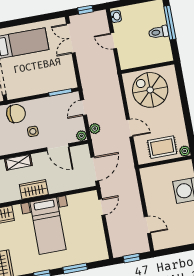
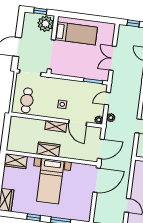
double door: (71, 38) -> (113, 58), moved
chair: (16, 114) -> (54, 86), removed
shelving: (18, 162) -> (56, 126), moved
door: (102, 207) -> (97, 180), width x1.87

